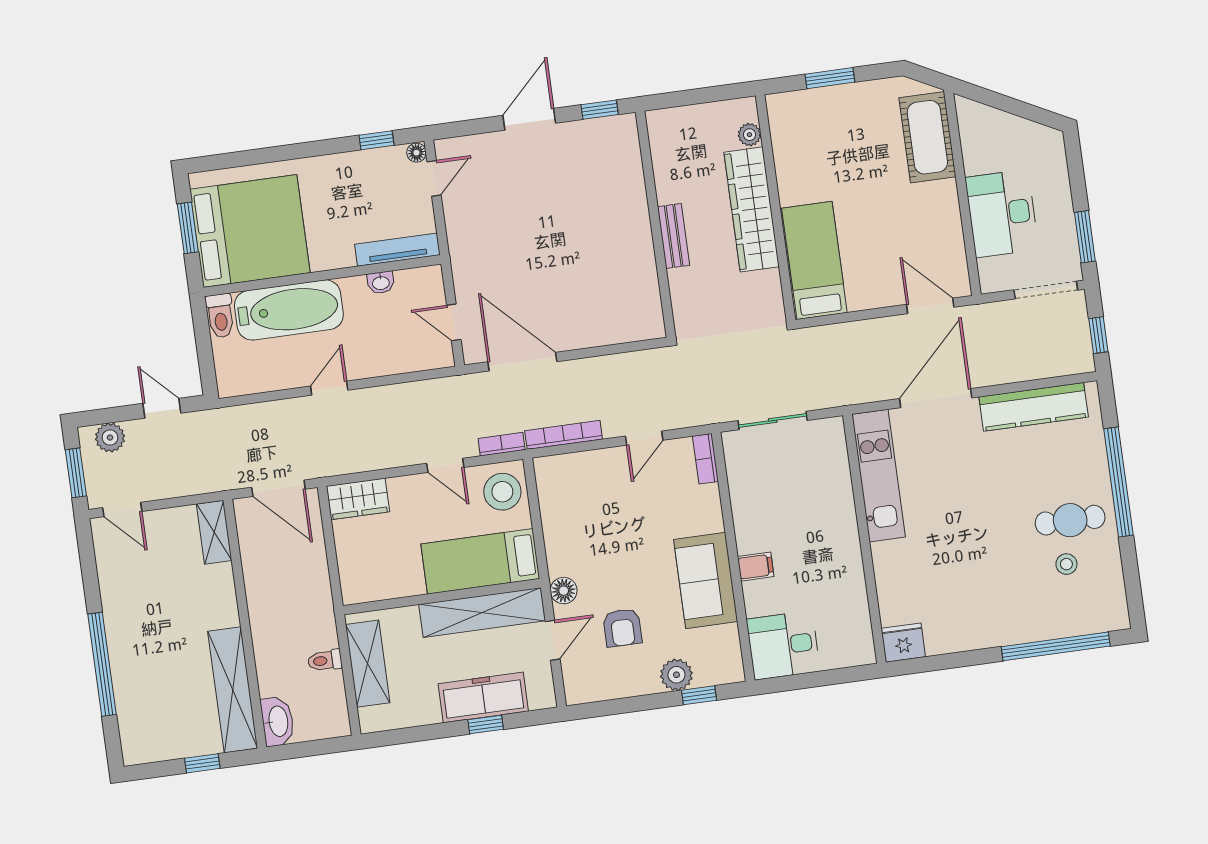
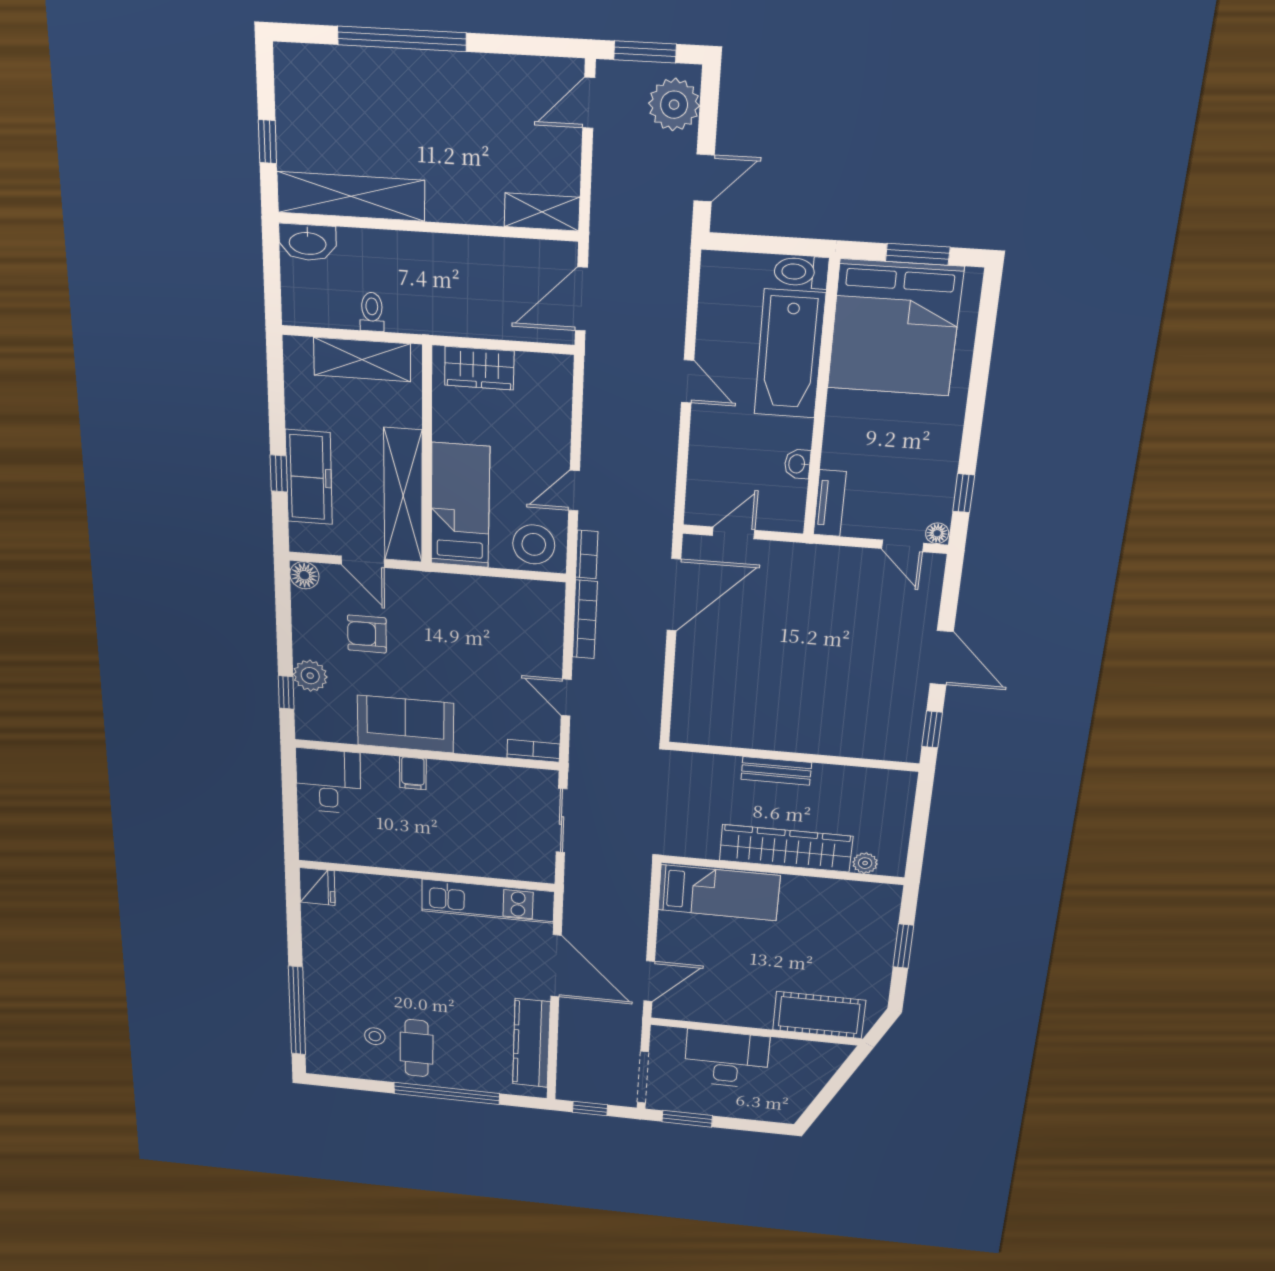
tv unit: (397, 250) -> (830, 503), width x0.71
plant: (110, 438) -> (674, 105), width x1.36, depth x1.36
wardrobe: (358, 499) -> (479, 368), moved, turned -90
floor lamp: (564, 591) -> (304, 575), moved

